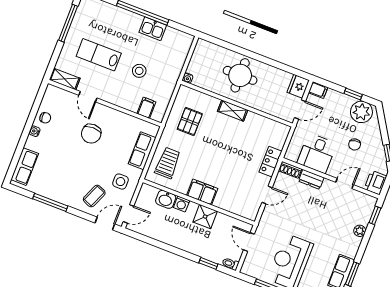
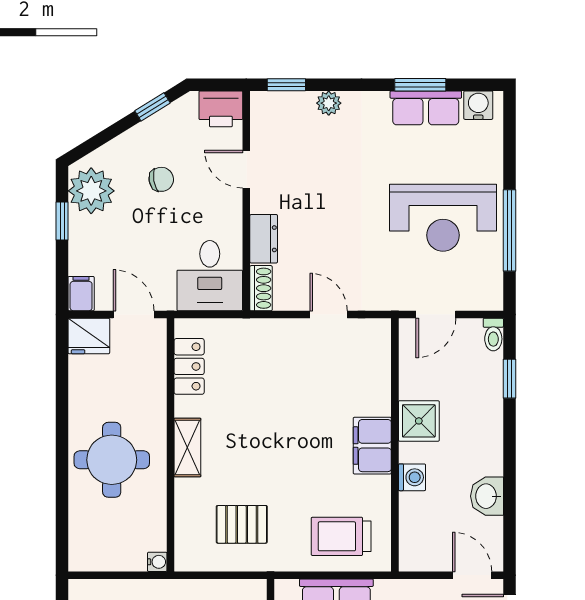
desk: (317, 153) -> (210, 276), moved, turned 90
locker: (271, 162) -> (189, 366), moved, turned -90
washbasin: (166, 199) -> (487, 496), moved, turned 180

